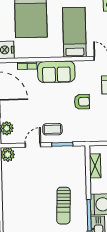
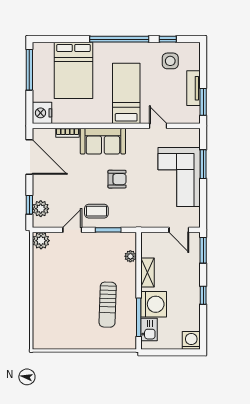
armchair: (82, 102) -> (117, 179), moved
plant: (81, 166) -> (130, 256), added
shelving: (95, 166) -> (147, 272), moved

